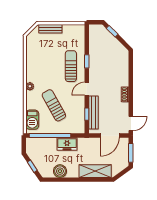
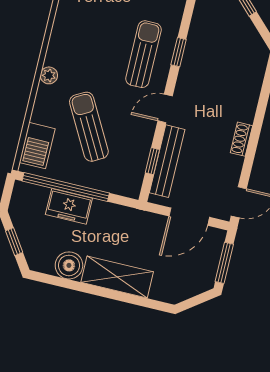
freezer: (67, 144) -> (69, 206), moved
shelving: (95, 171) -> (117, 277), moved

